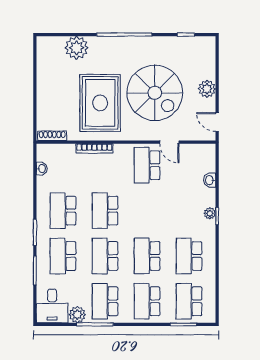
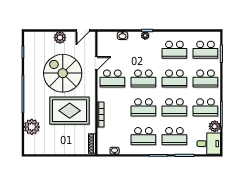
spiral stairs: (155, 93) -> (63, 73), turned -90
school desk: (147, 211) -> (143, 79), added

